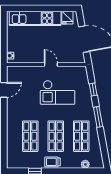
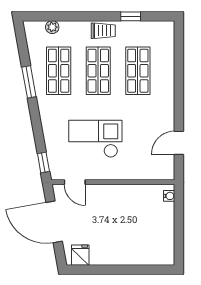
kitchen unit: (35, 18) -> (130, 254), removed
door: (51, 65) -> (75, 182), moved
window: (93, 89) -> (43, 163), moved
window: (98, 117) -> (29, 82), moved

